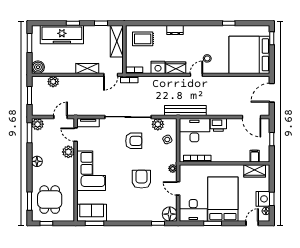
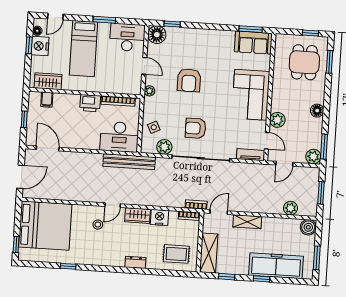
printer: (218, 125) -> (90, 103), moved, turned 180
bed: (223, 199) -> (83, 49), width x0.67

